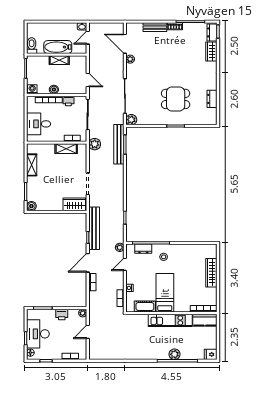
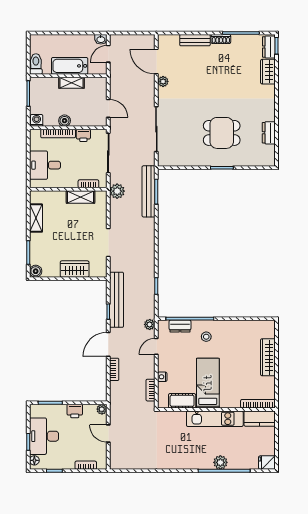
plant: (131, 120) -> (165, 160), removed
wardrobe: (74, 204) -> (75, 269), moved
door: (88, 332) -> (108, 434), hinge flipped

